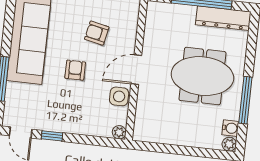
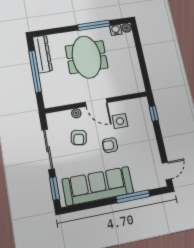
side table: (119, 96) -> (120, 121), moved
plant: (119, 132) -> (76, 113), moved
window: (52, 136) -> (154, 113), moved

